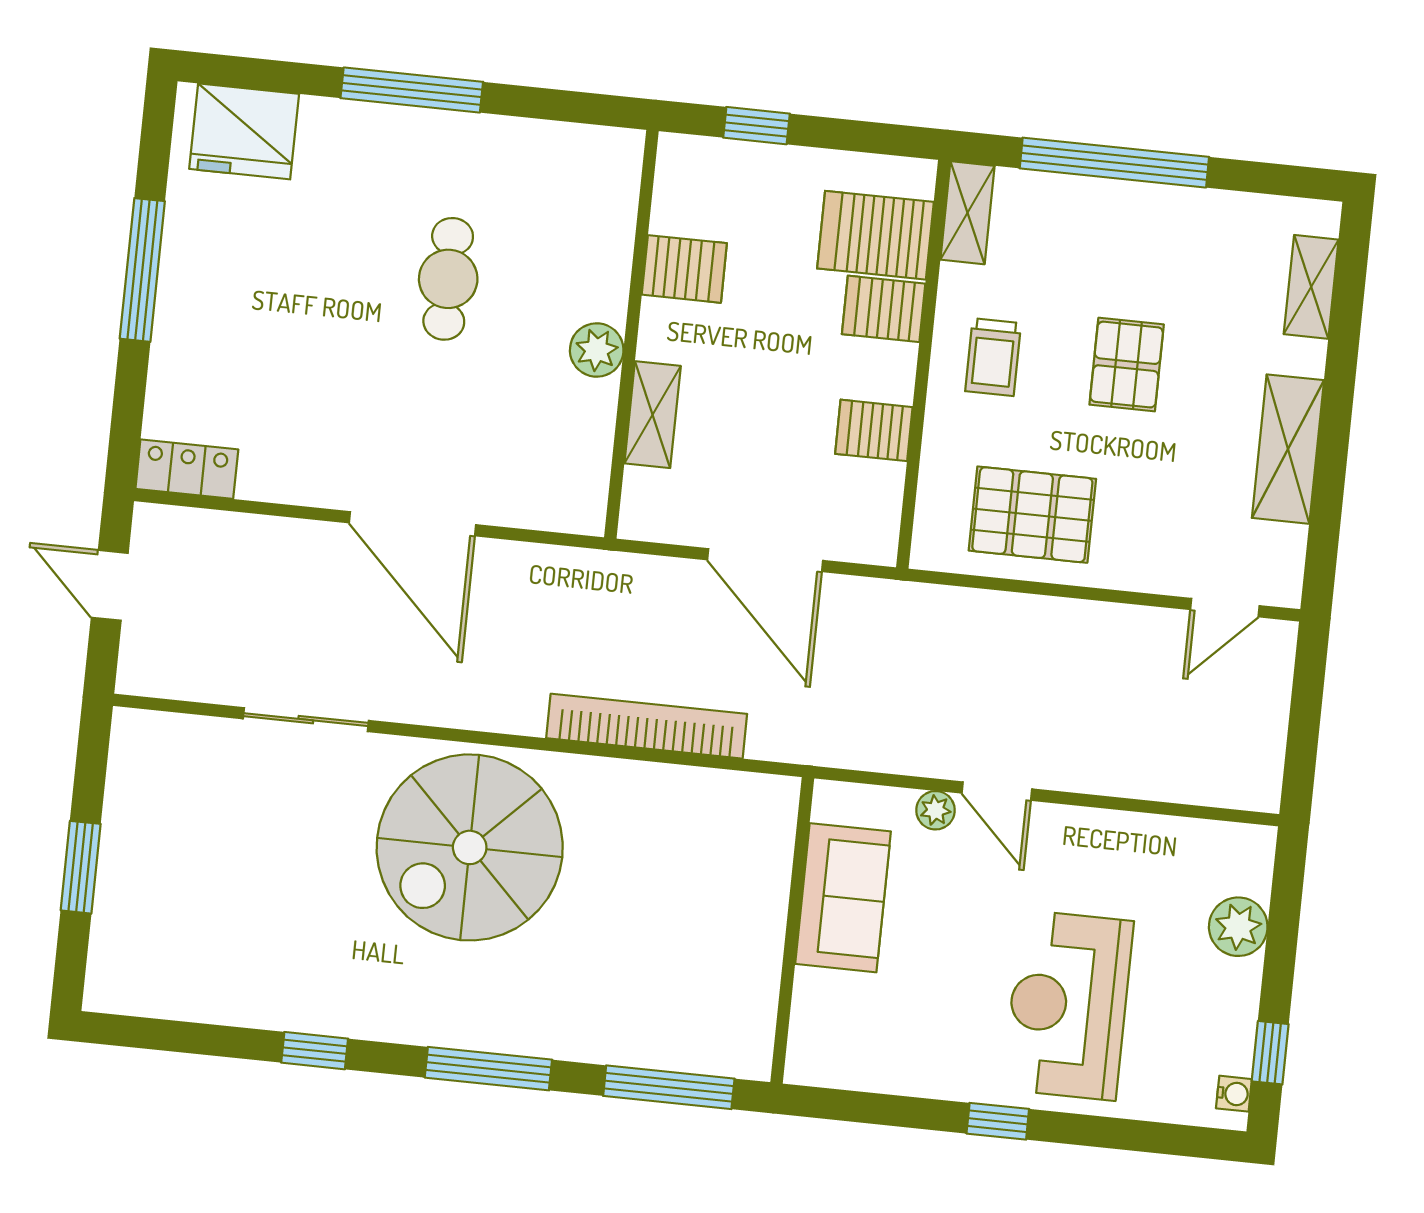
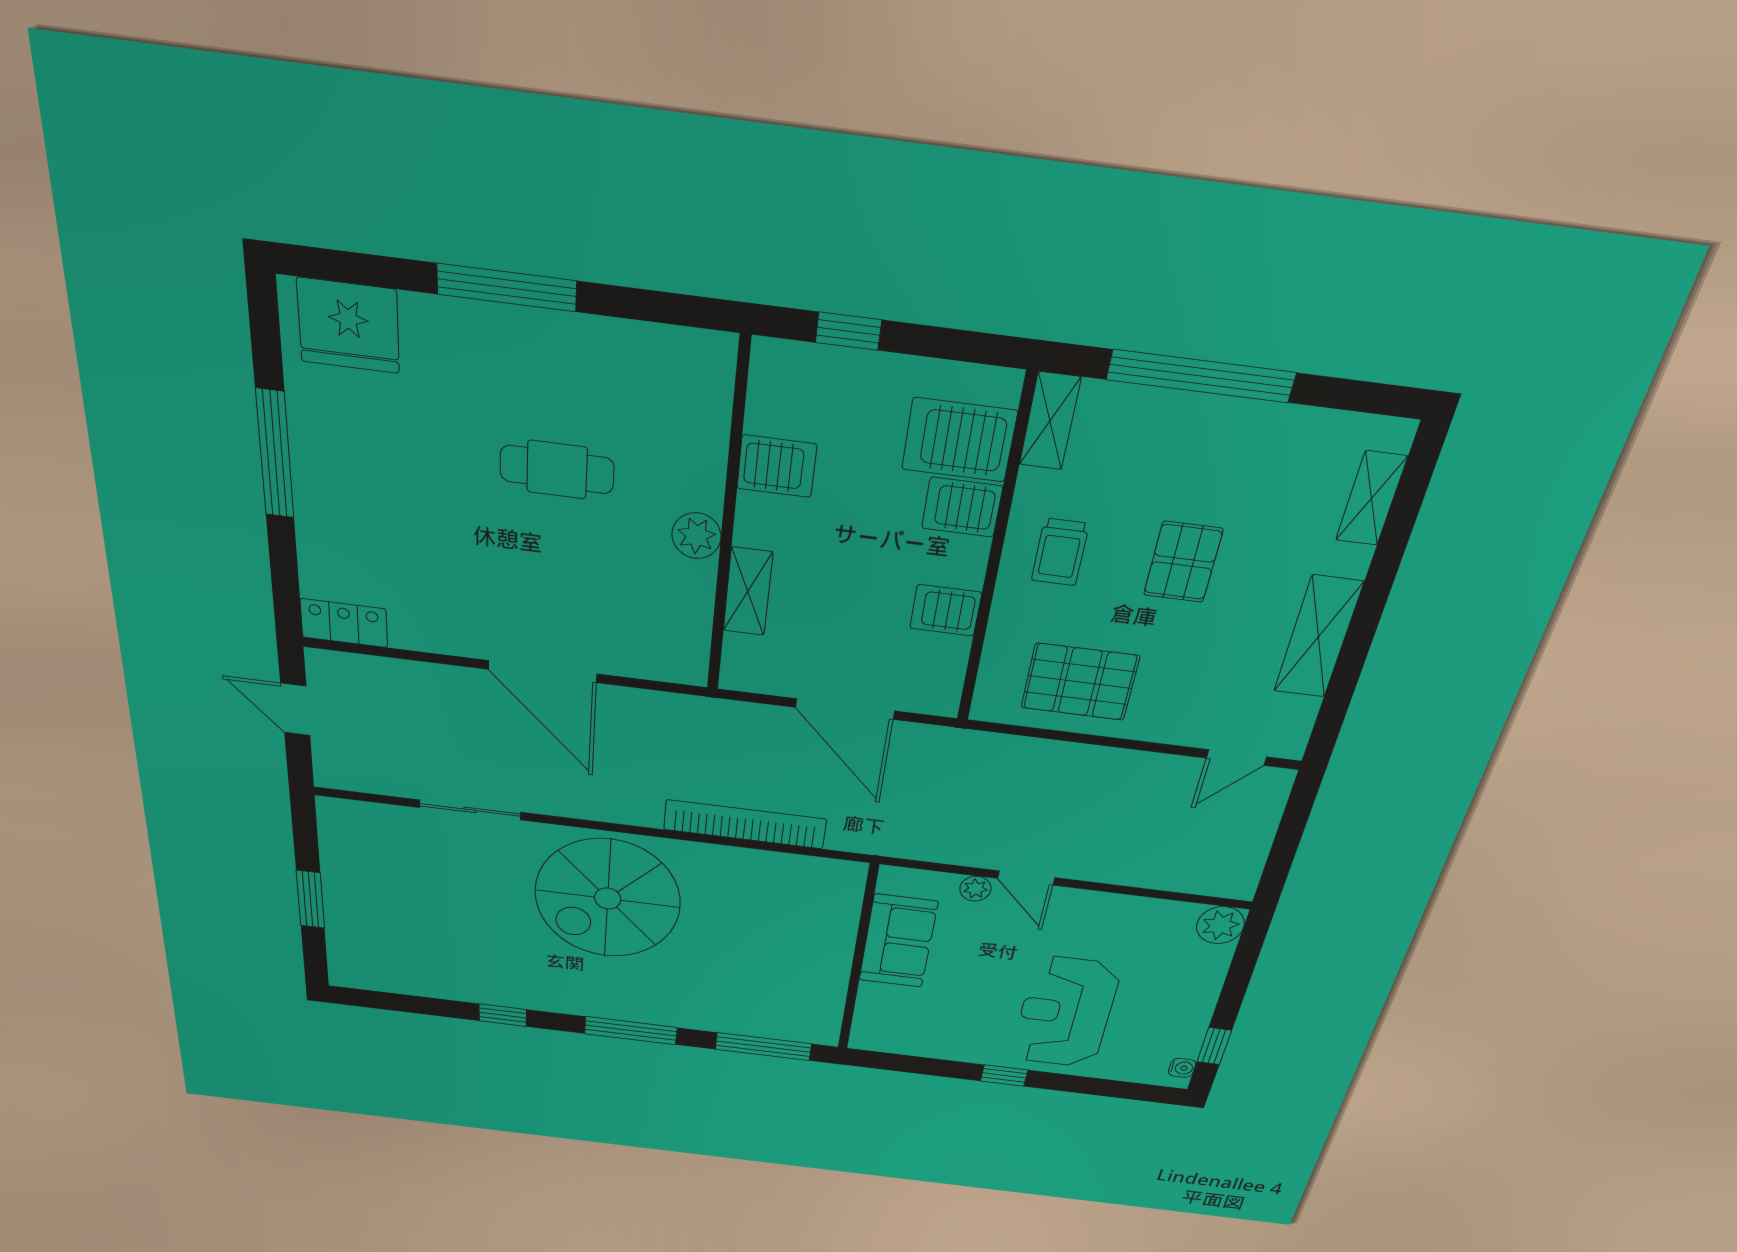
cafe table: (448, 279) -> (557, 470), turned 90
plant: (1238, 927) -> (1220, 925), moved

